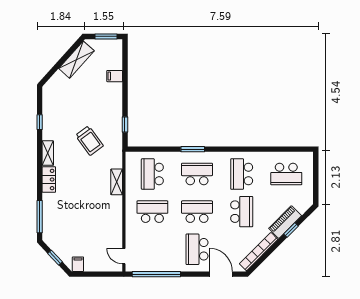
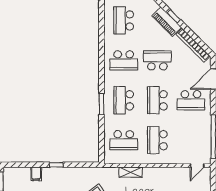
window: (125, 125) -> (56, 165), moved
school desk: (286, 174) -> (124, 20), turned 180

